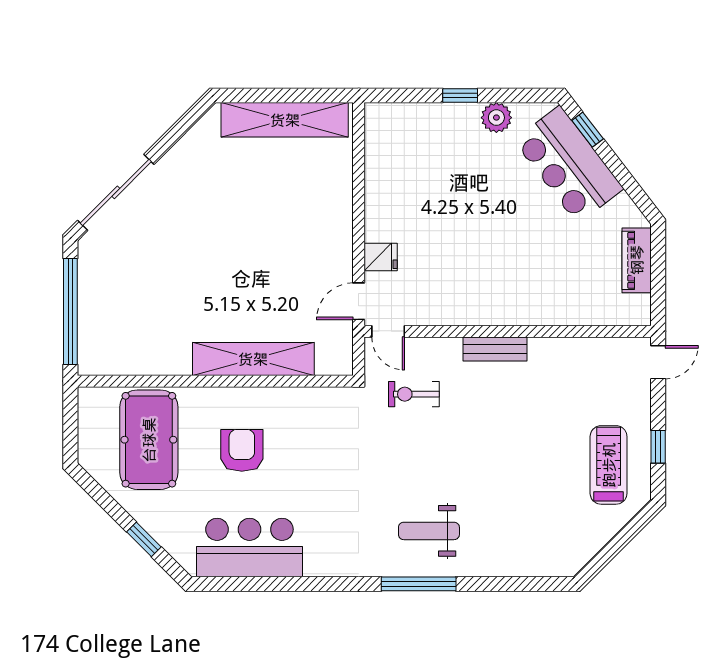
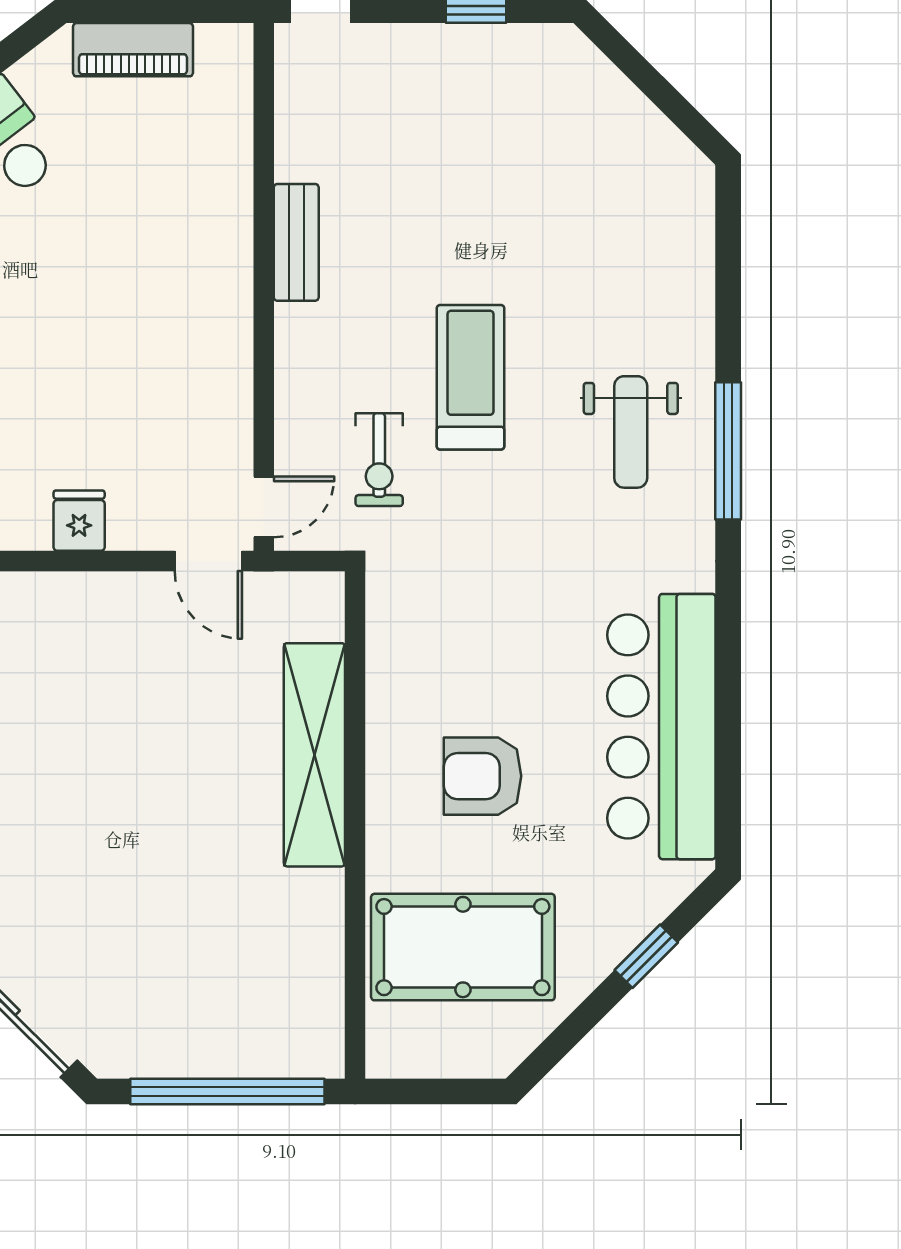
fridge: (381, 257) -> (79, 521), moved
bench: (495, 349) -> (296, 242), moved
treadmill: (609, 465) -> (470, 377), moved, turned 90
bar counter: (249, 548) -> (661, 727), width x1.36

